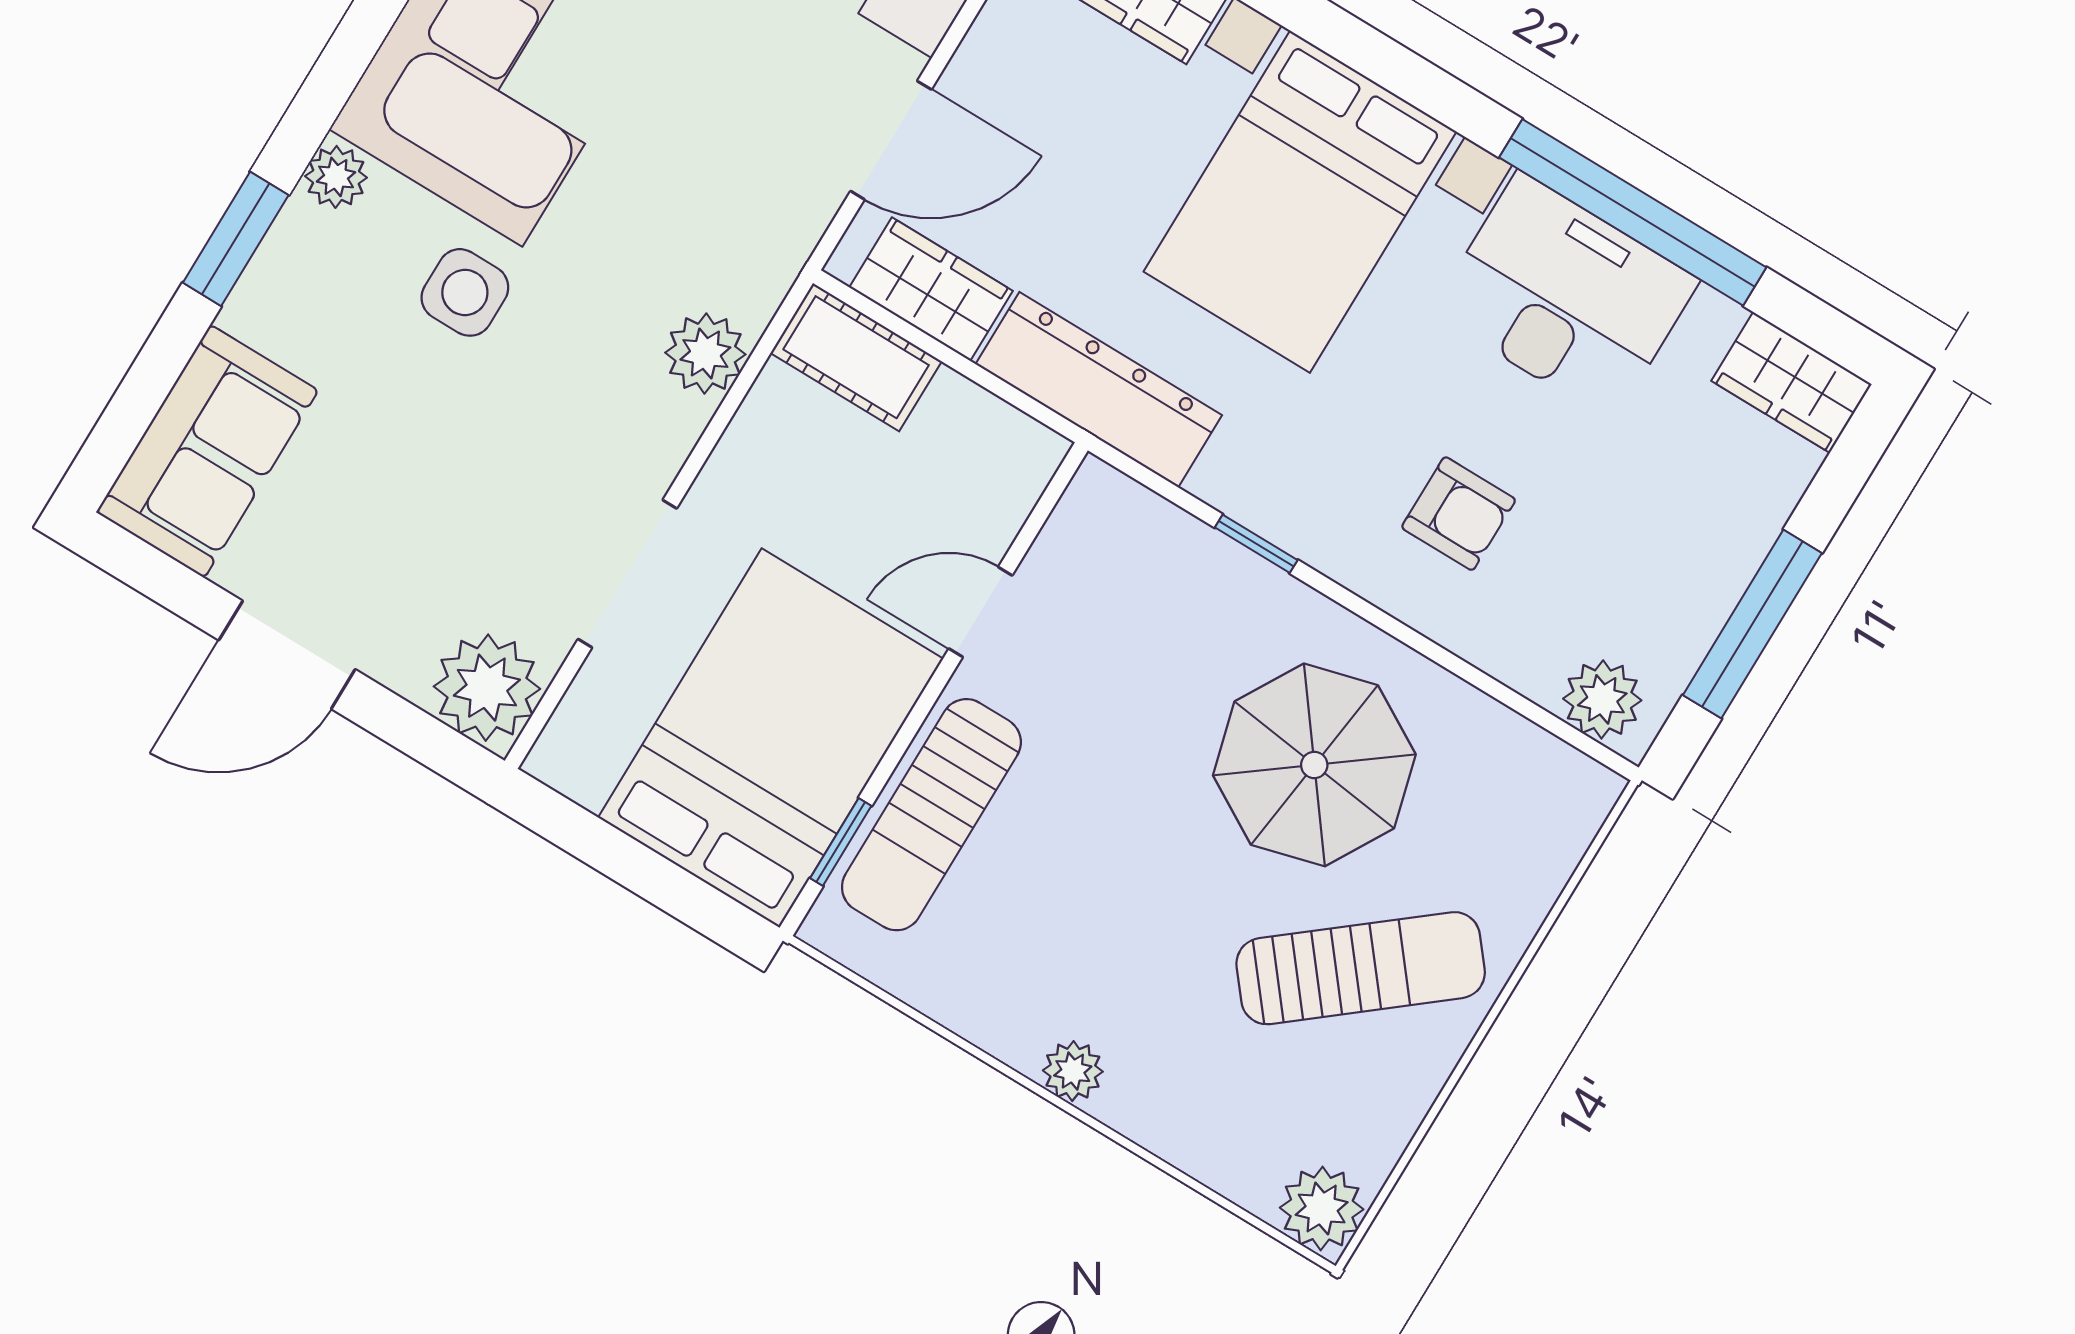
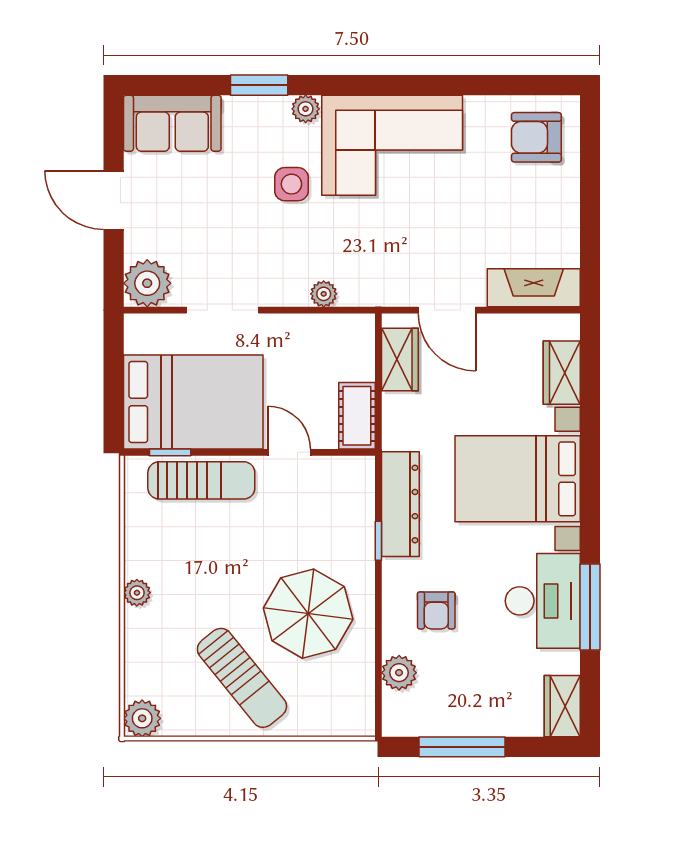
window: (1633, 212) -> (590, 607), width x0.68
plant: (705, 354) -> (324, 294), width x0.73, depth x0.73
cot: (856, 357) -> (357, 416), moved
dresser: (1099, 390) -> (400, 504), moved
plant: (1602, 699) -> (399, 673), moved
sun lounger: (931, 815) -> (201, 480), turned 180

